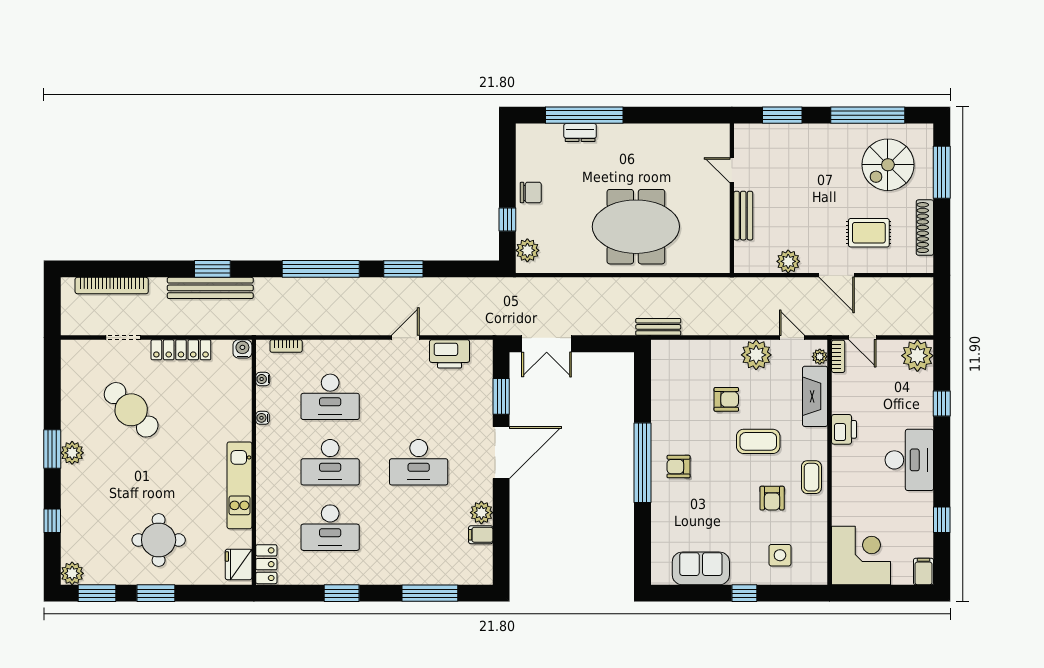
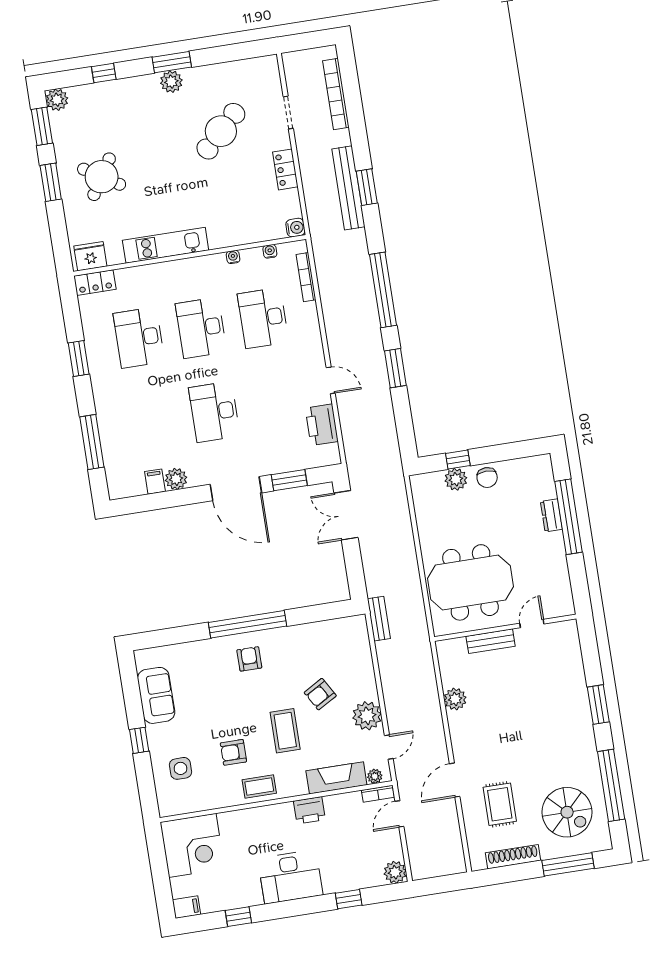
spiral stairs: (888, 165) -> (567, 812), turned 180
door: (732, 170) -> (532, 624), moved
wall: (732, 198) -> (505, 628), moved
bench: (743, 216) -> (491, 641), moved
meeting table: (636, 227) -> (470, 582), turned 90
plant: (527, 250) -> (456, 479), moved
plant: (788, 261) -> (455, 699), moved
bookcase: (286, 346) -> (306, 277), width x1.56
locker: (181, 350) -> (285, 169), width x0.66
plant: (917, 356) -> (395, 872), width x0.73, depth x0.73
armchair: (726, 399) -> (320, 694), turned 60
round table: (159, 540) -> (102, 177), turned 32

